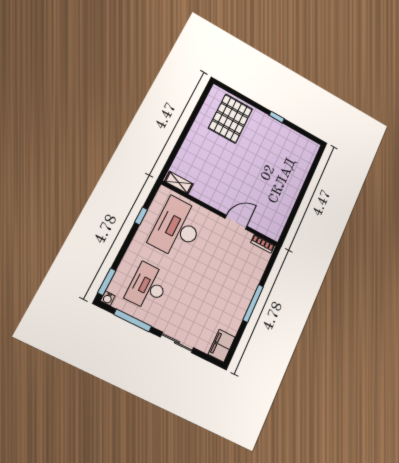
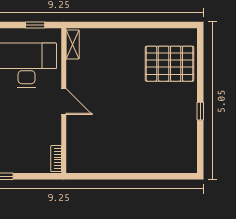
window: (141, 216) -> (35, 25), moved
door: (236, 222) -> (64, 102), moved

